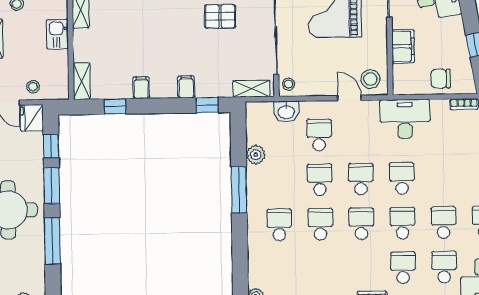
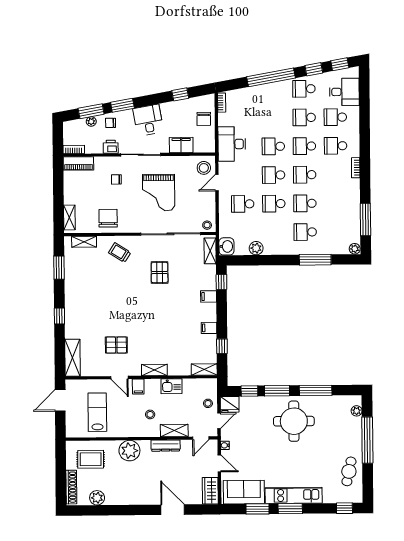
washbasin: (286, 112) -> (226, 246), moved
window: (239, 190) -> (315, 260), moved

